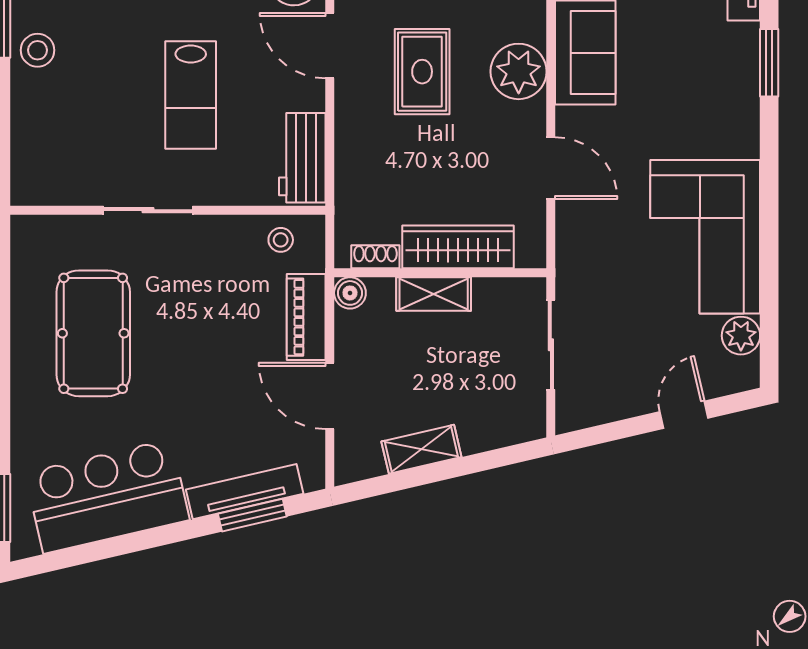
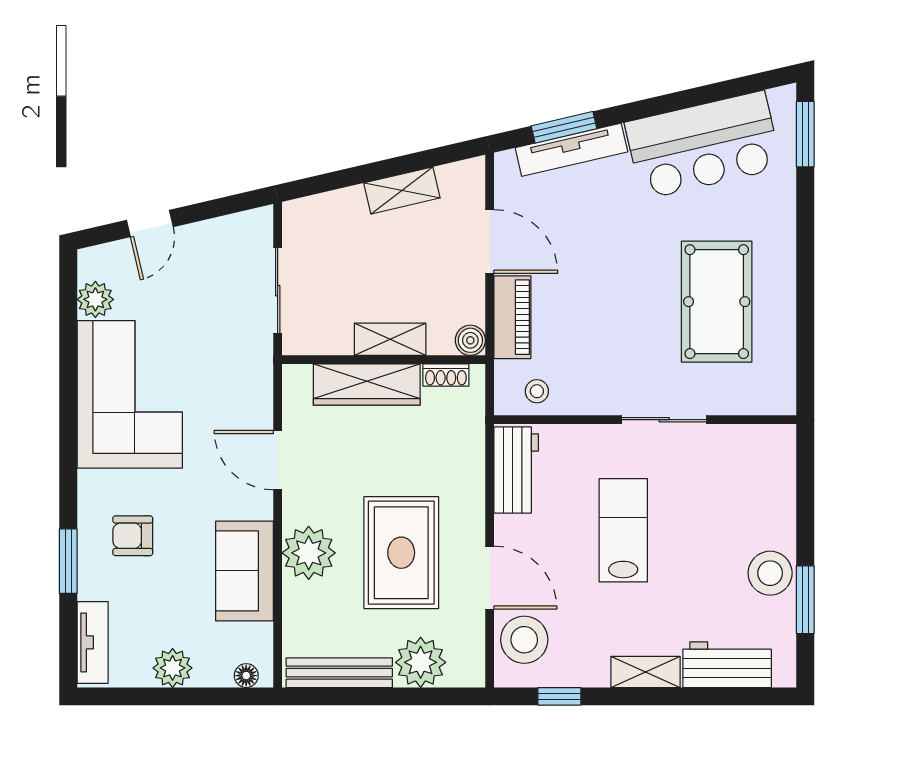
stool: (38, 50) -> (770, 573), width x1.38, depth x1.38
rug: (422, 72) -> (401, 553), width x1.36, depth x1.43
armchair: (702, 89) -> (133, 536), added

